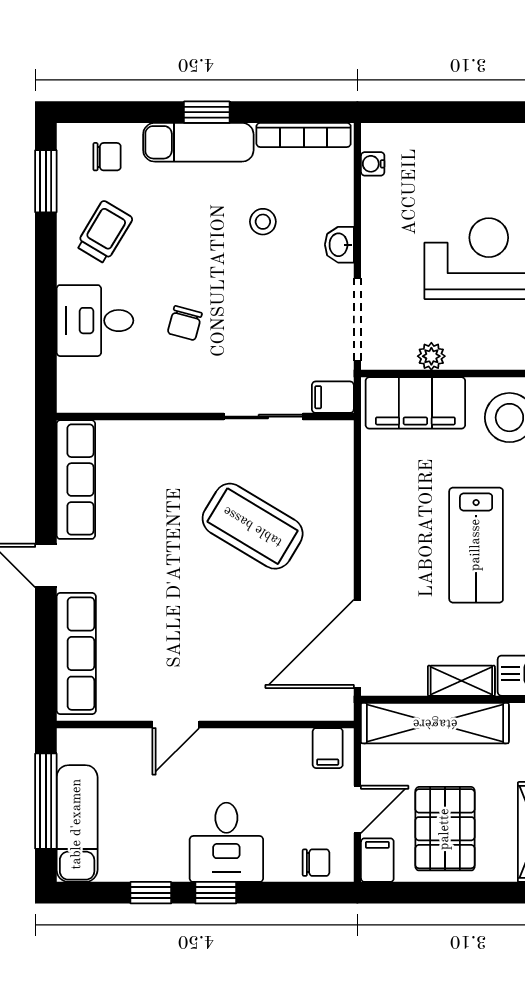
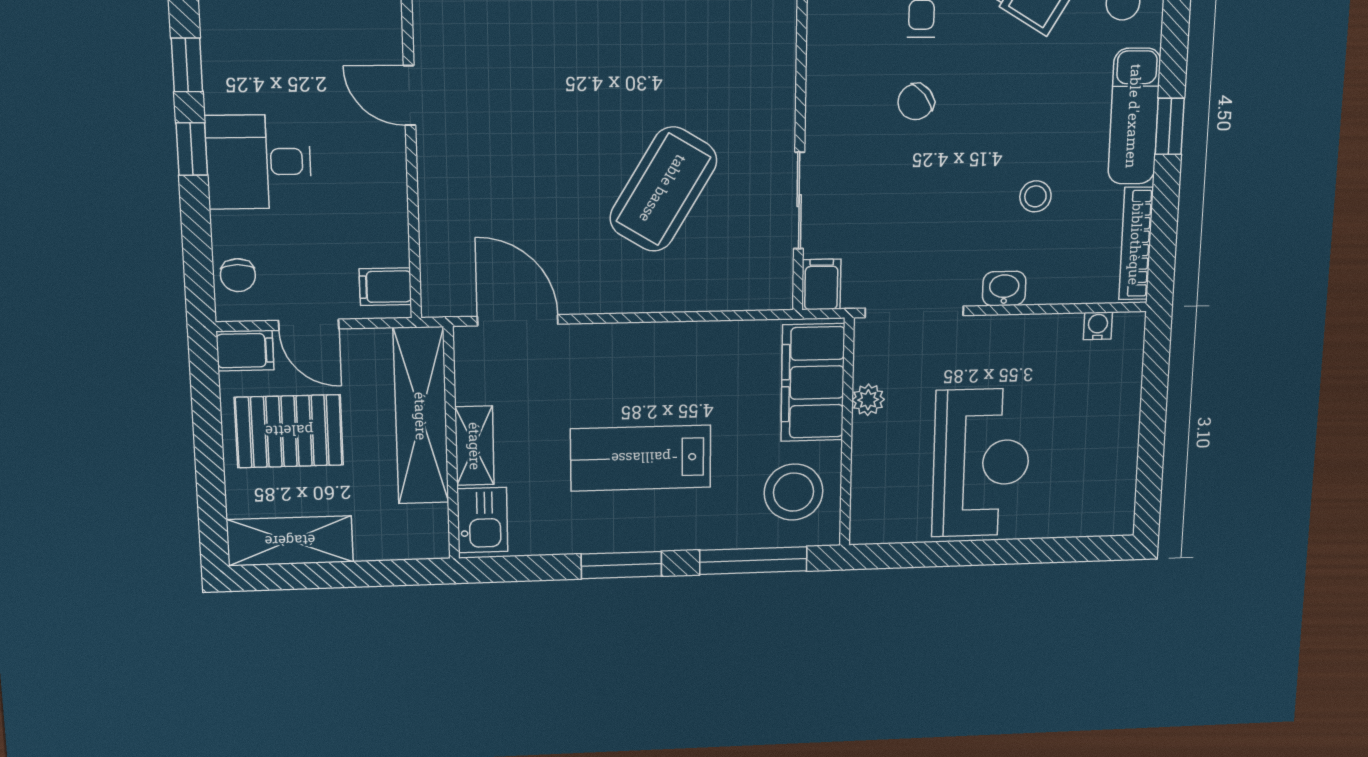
chair: (185, 323) -> (916, 102), turned -54
door: (357, 644) -> (518, 320), width x0.73

